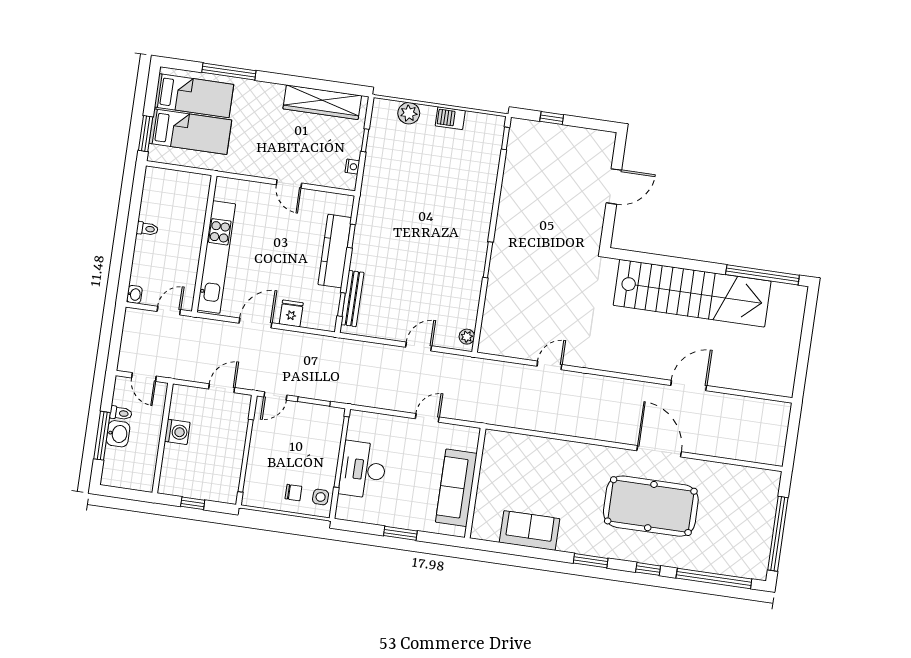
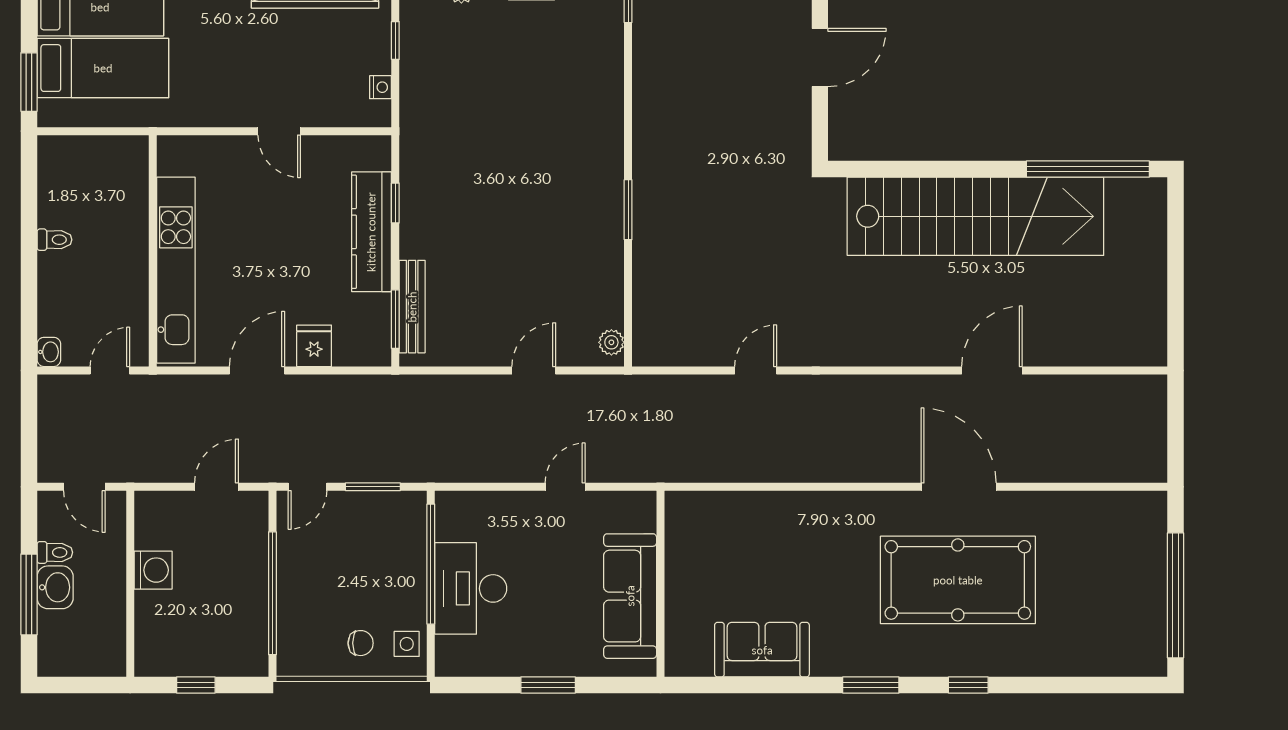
window: (341, 305) -> (395, 319), width x1.50
window: (714, 578) -> (1080, 685), removed

